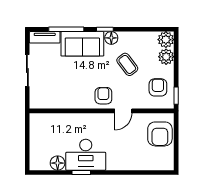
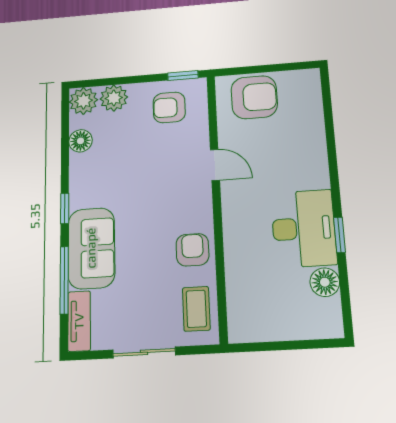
floor lamp: (111, 38) -> (80, 141), moved
coffee table: (127, 64) -> (196, 309), moved, turned -53
armchair: (103, 96) -> (192, 250), moved, turned 90

